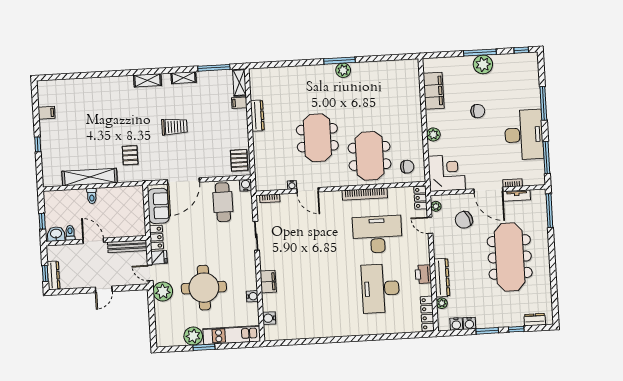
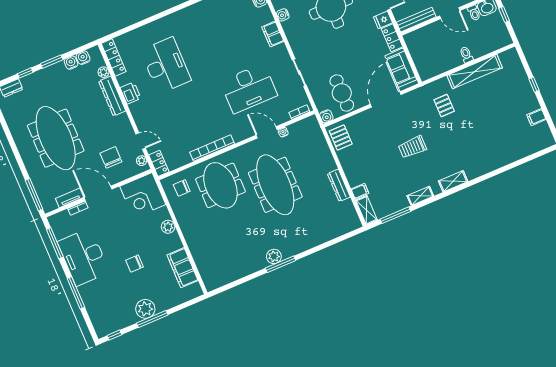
meeting table: (317, 138) -> (275, 185), width x1.36
chair: (464, 220) -> (111, 157), turned -67
desk: (377, 234) -> (249, 88), moved

